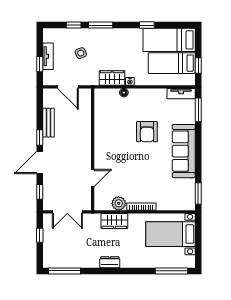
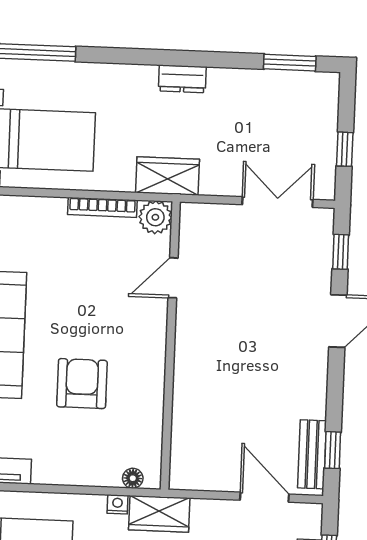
bench: (48, 123) -> (312, 454), moved
window: (40, 137) -> (333, 450), moved
wall: (93, 149) -> (170, 346), moved
door: (93, 178) -> (173, 278), moved
window: (65, 271) -> (290, 63), width x0.69

